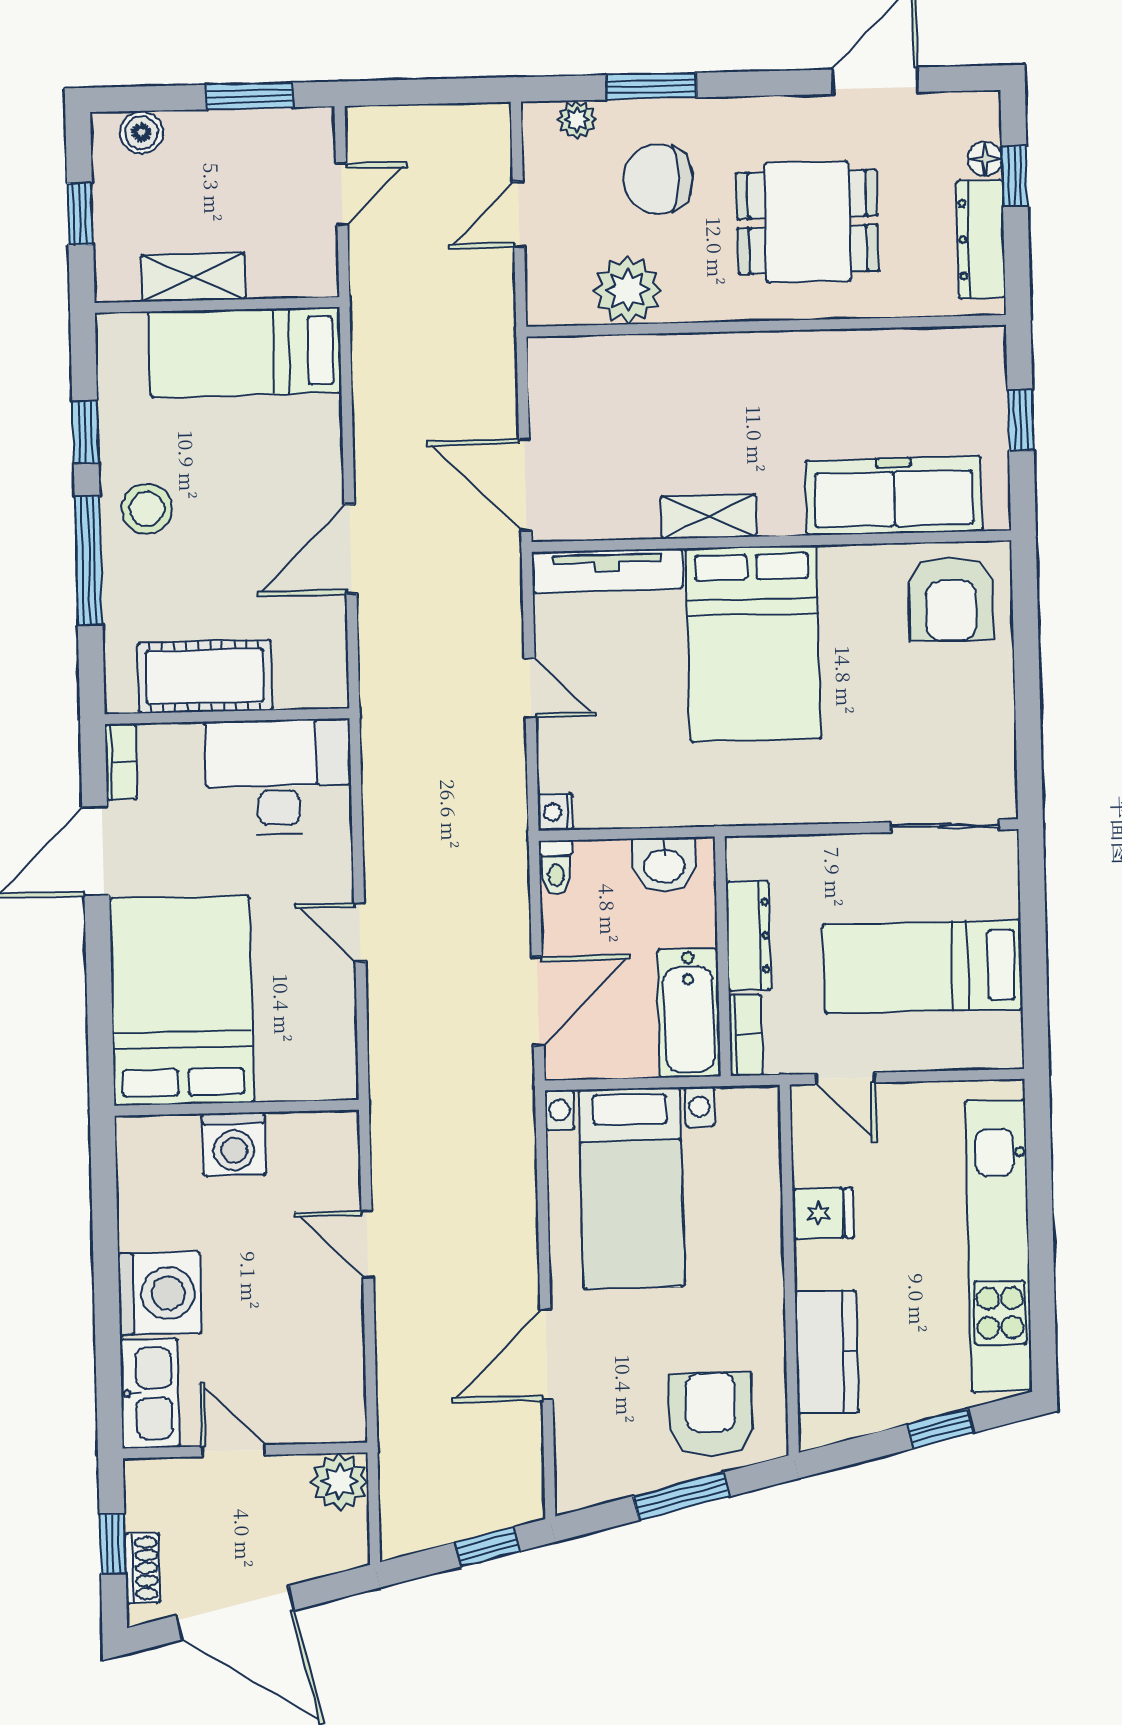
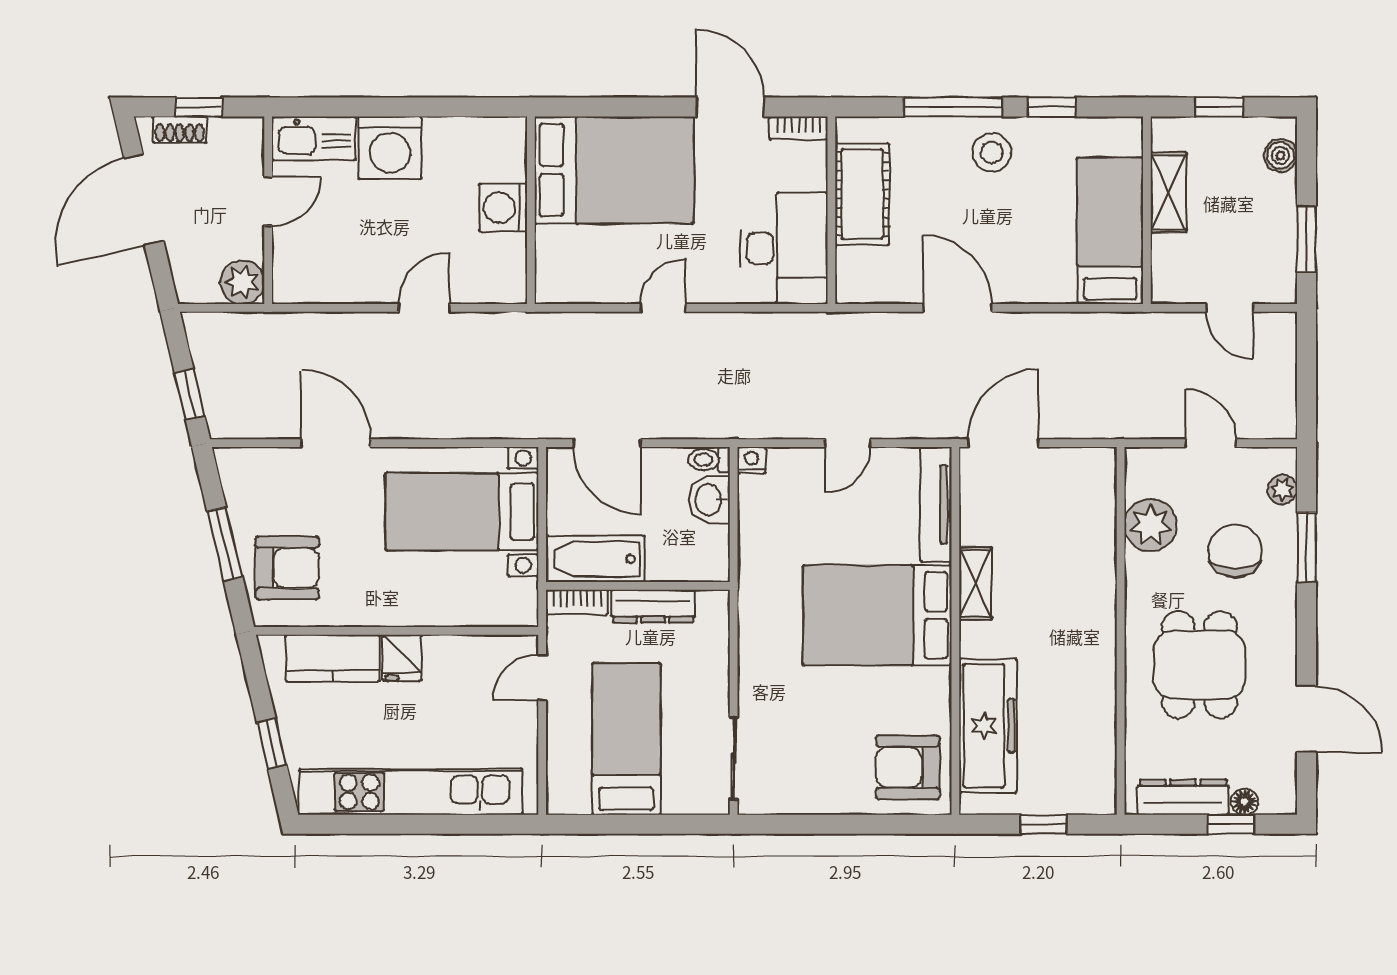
washbasin: (664, 864) -> (709, 500), moved
fridge: (823, 1213) -> (402, 658), moved

